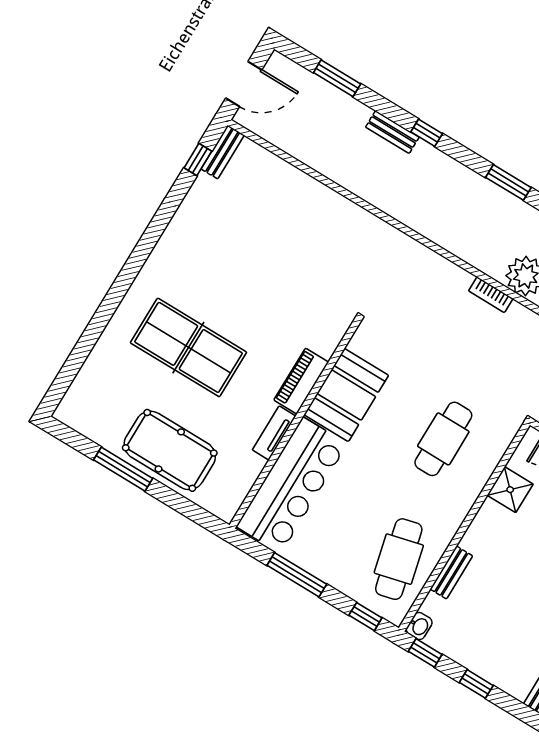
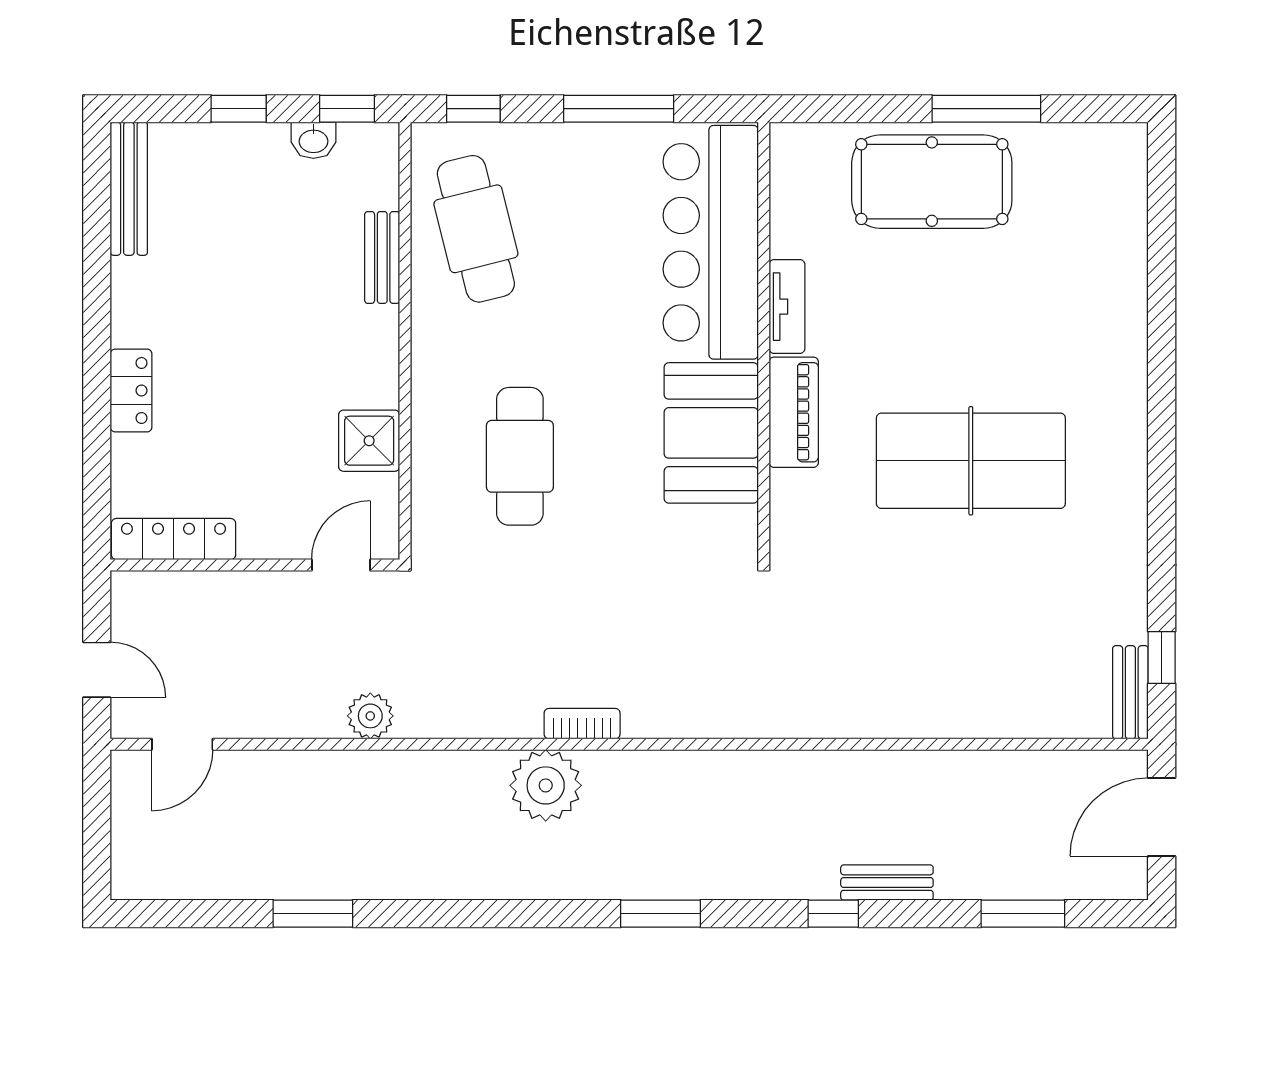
table tennis table: (188, 347) -> (971, 461), moved
washbasin: (419, 626) -> (313, 140), moved, turned -90

